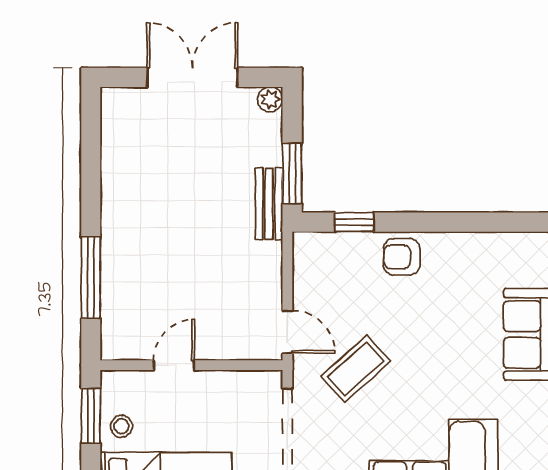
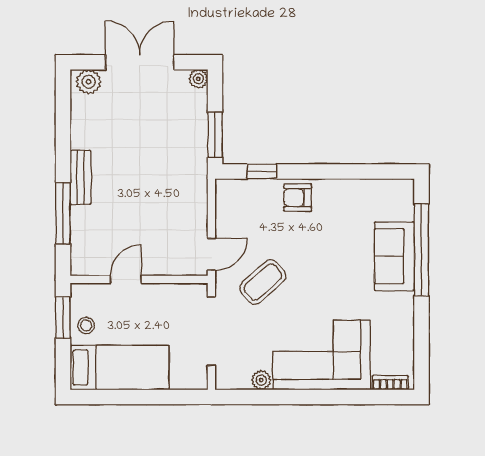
plant: (125, 103) -> (89, 82), added
bench: (269, 204) -> (80, 177), moved
door: (287, 332) -> (211, 254), hinge flipped

